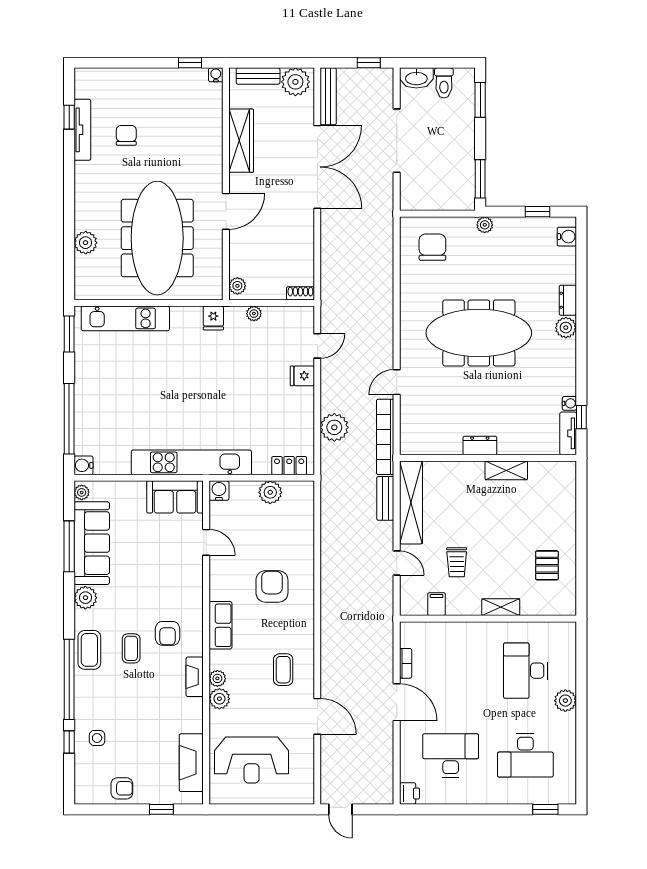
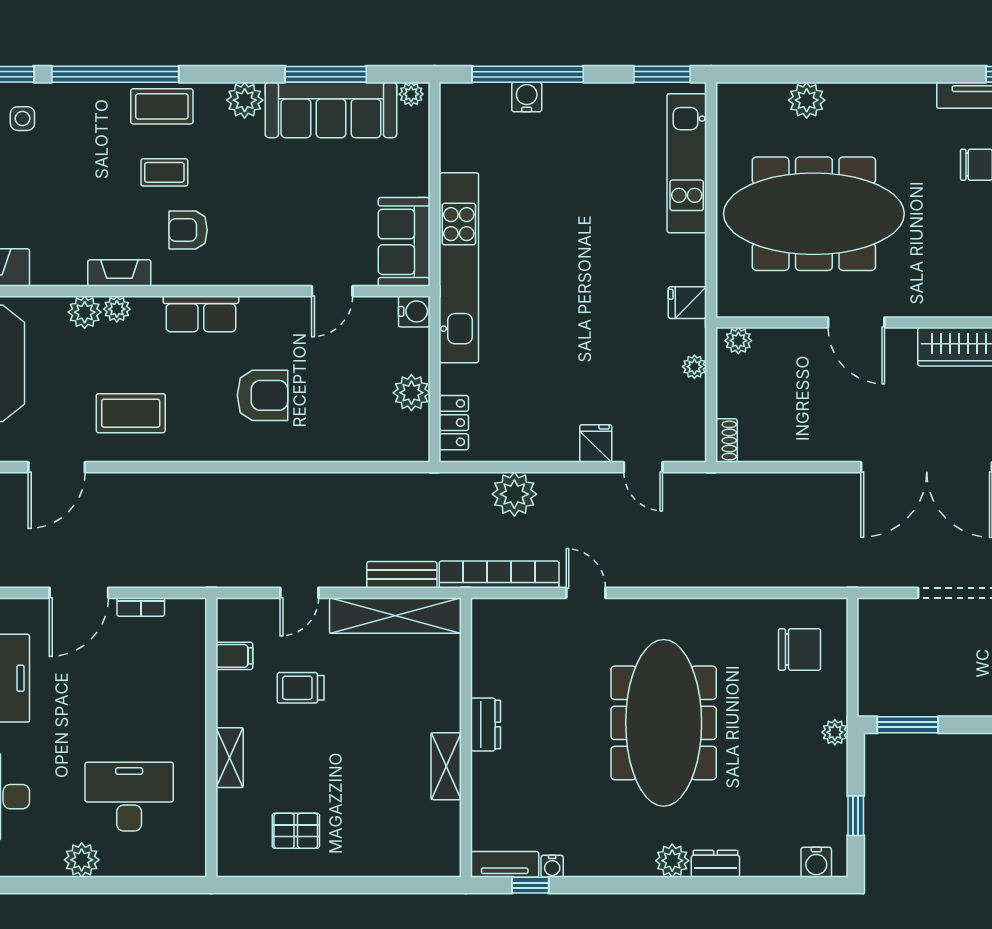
water cooler: (83, 465) -> (527, 97), moved
coffee table: (283, 670) -> (131, 413), width x1.36, depth x1.30

